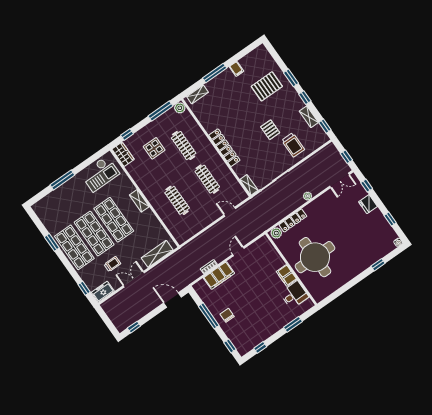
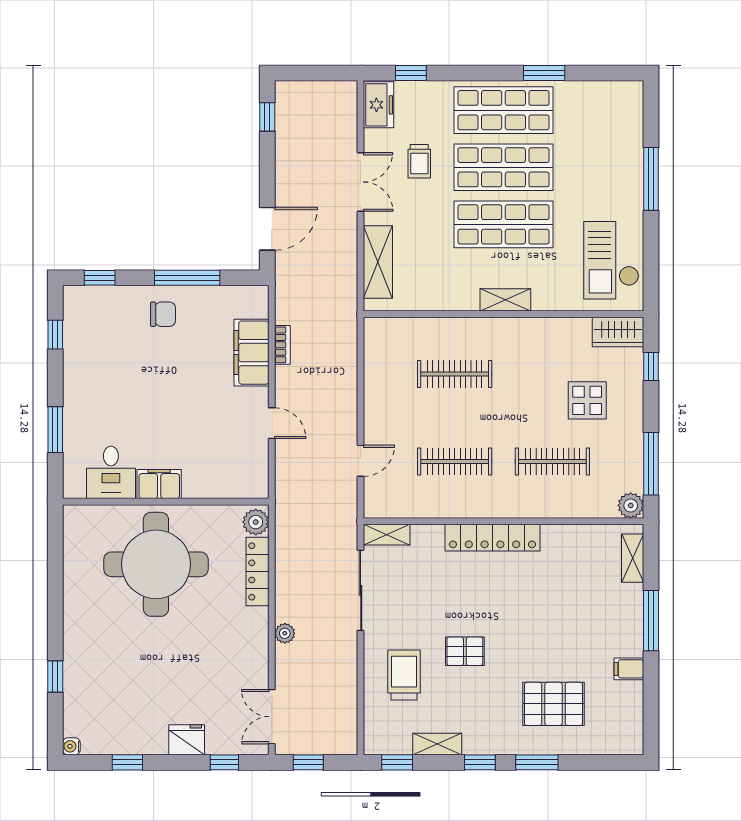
pallet: (267, 86) -> (553, 704), turned 90
trolley: (293, 145) -> (404, 675), turned 90

